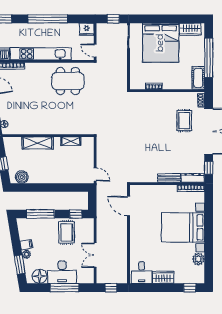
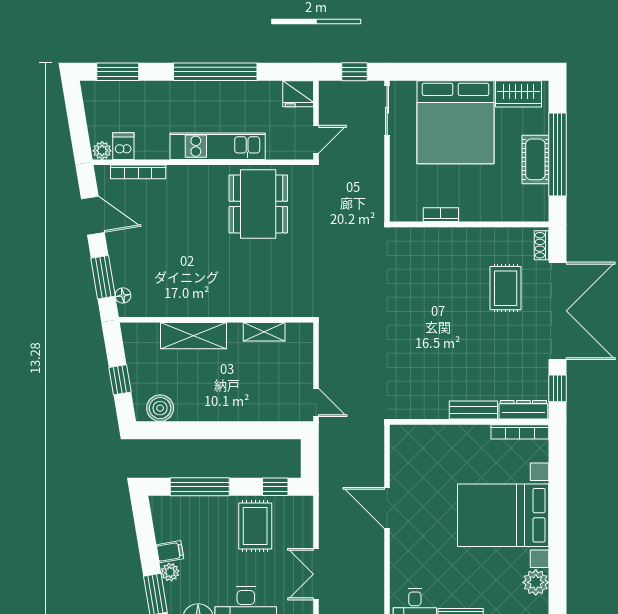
door: (95, 51) -> (316, 139), swing flipped
kitchen unit: (41, 54) -> (218, 146), width x0.73
cot: (198, 78) -> (535, 159), moved
dining table: (68, 81) -> (258, 204), turned 90
door: (129, 206) -> (387, 508), moved

